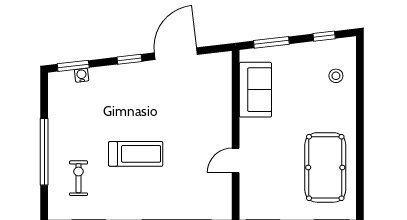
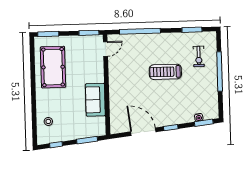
door: (176, 54) -> (143, 132), swing flipped
sofa: (255, 90) -> (95, 100), moved
door: (236, 160) -> (105, 49), moved

